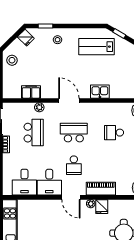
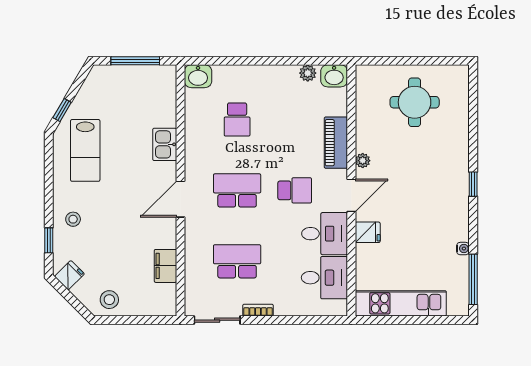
plant: (39, 107) -> (193, 251), removed
school desk: (74, 133) -> (237, 190), turned 90
fridge: (102, 207) -> (368, 232), moved

